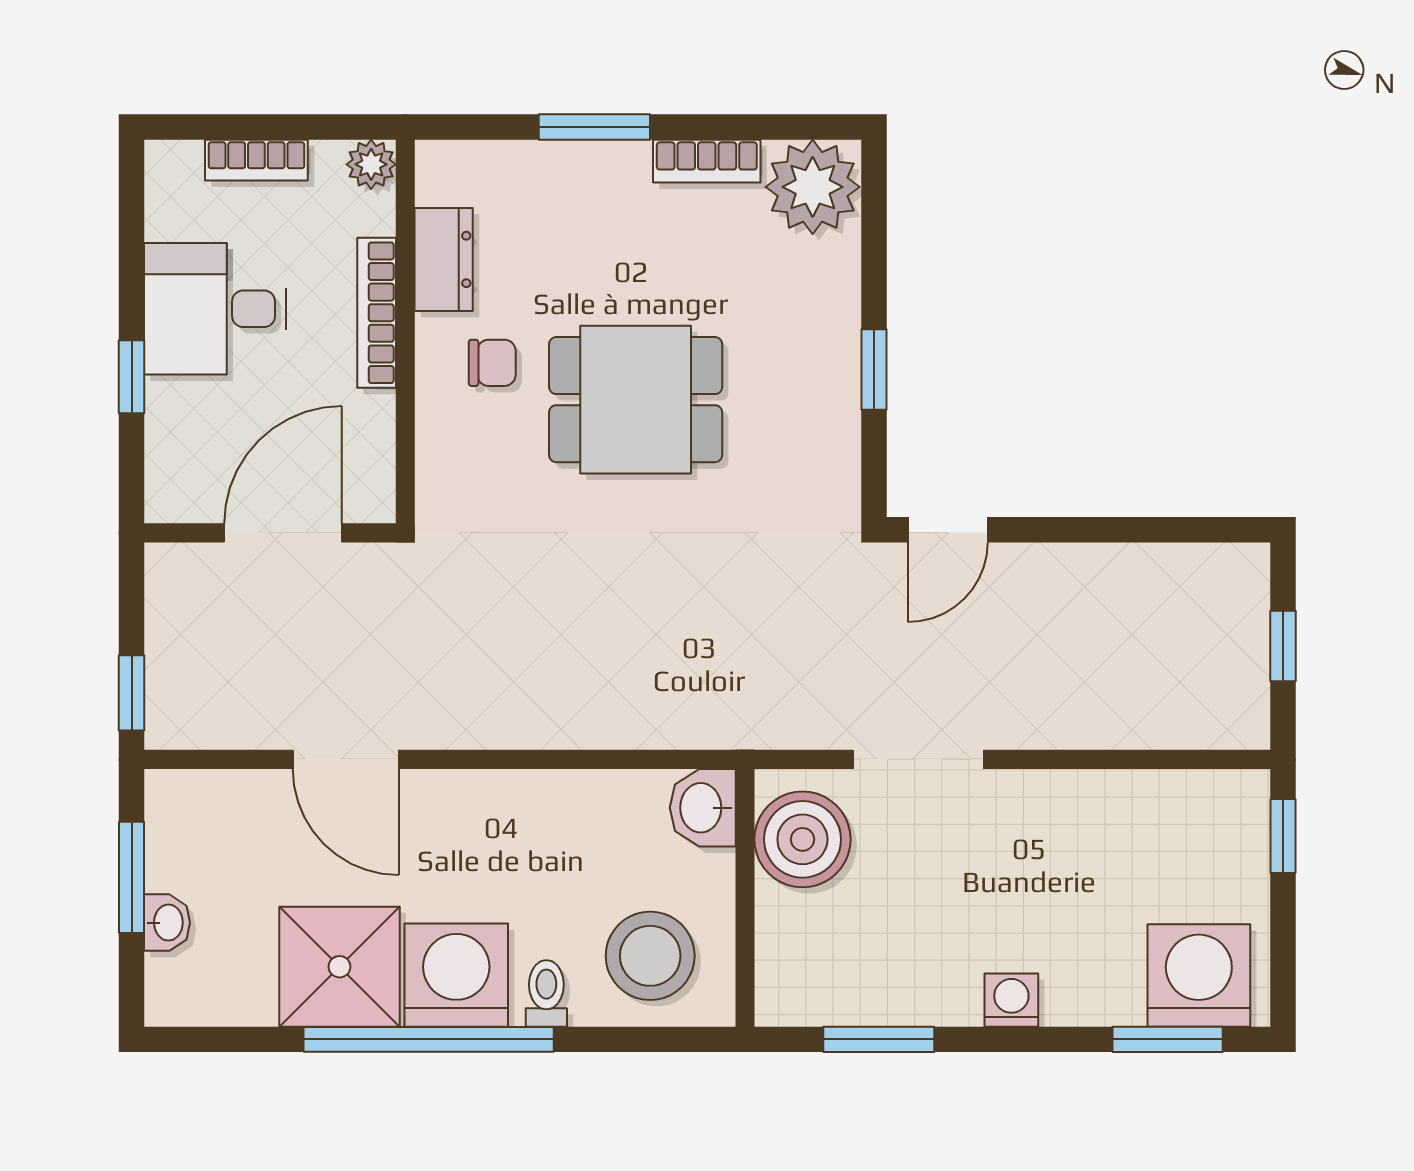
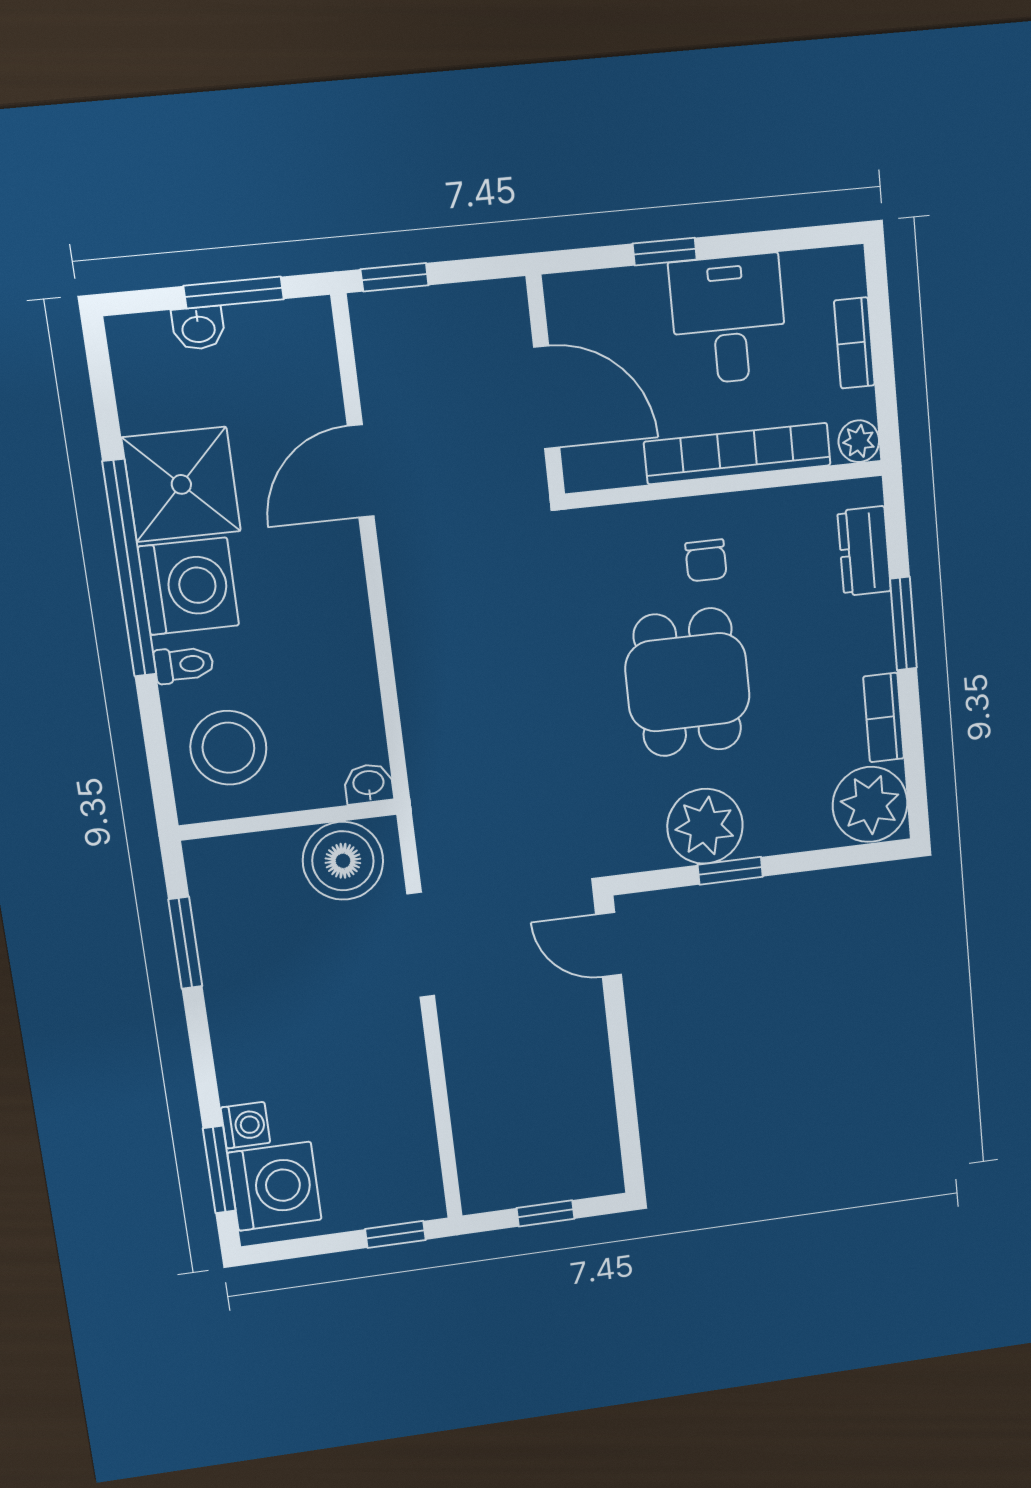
dresser: (444, 259) -> (864, 551), moved, turned 90
bookcase: (377, 313) -> (737, 454), width x1.48, depth x1.31
plant: (815, 395) -> (705, 826), added
washbasin: (703, 808) -> (369, 784), width x0.72, depth x0.69
washing machine: (1011, 1000) -> (245, 1125), moved

